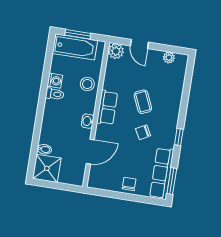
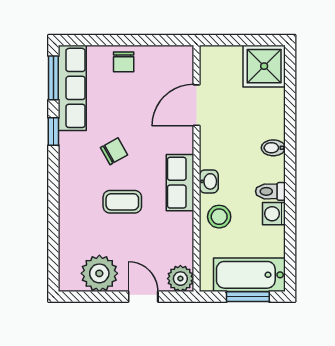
plant: (169, 58) -> (99, 273), width x1.87, depth x1.87
coffee table: (143, 102) -> (122, 202), turned -66
washbasin: (88, 121) -> (209, 181), moved
window: (179, 137) -> (53, 132), moved
bidet: (44, 149) -> (273, 148), moved

